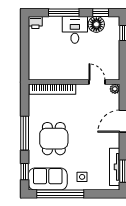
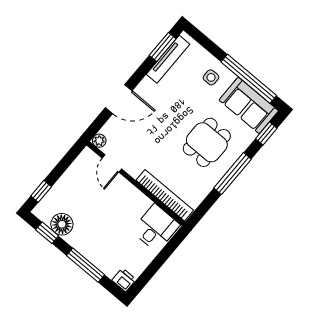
desk: (75, 30) -> (156, 228), moved, turned 180

